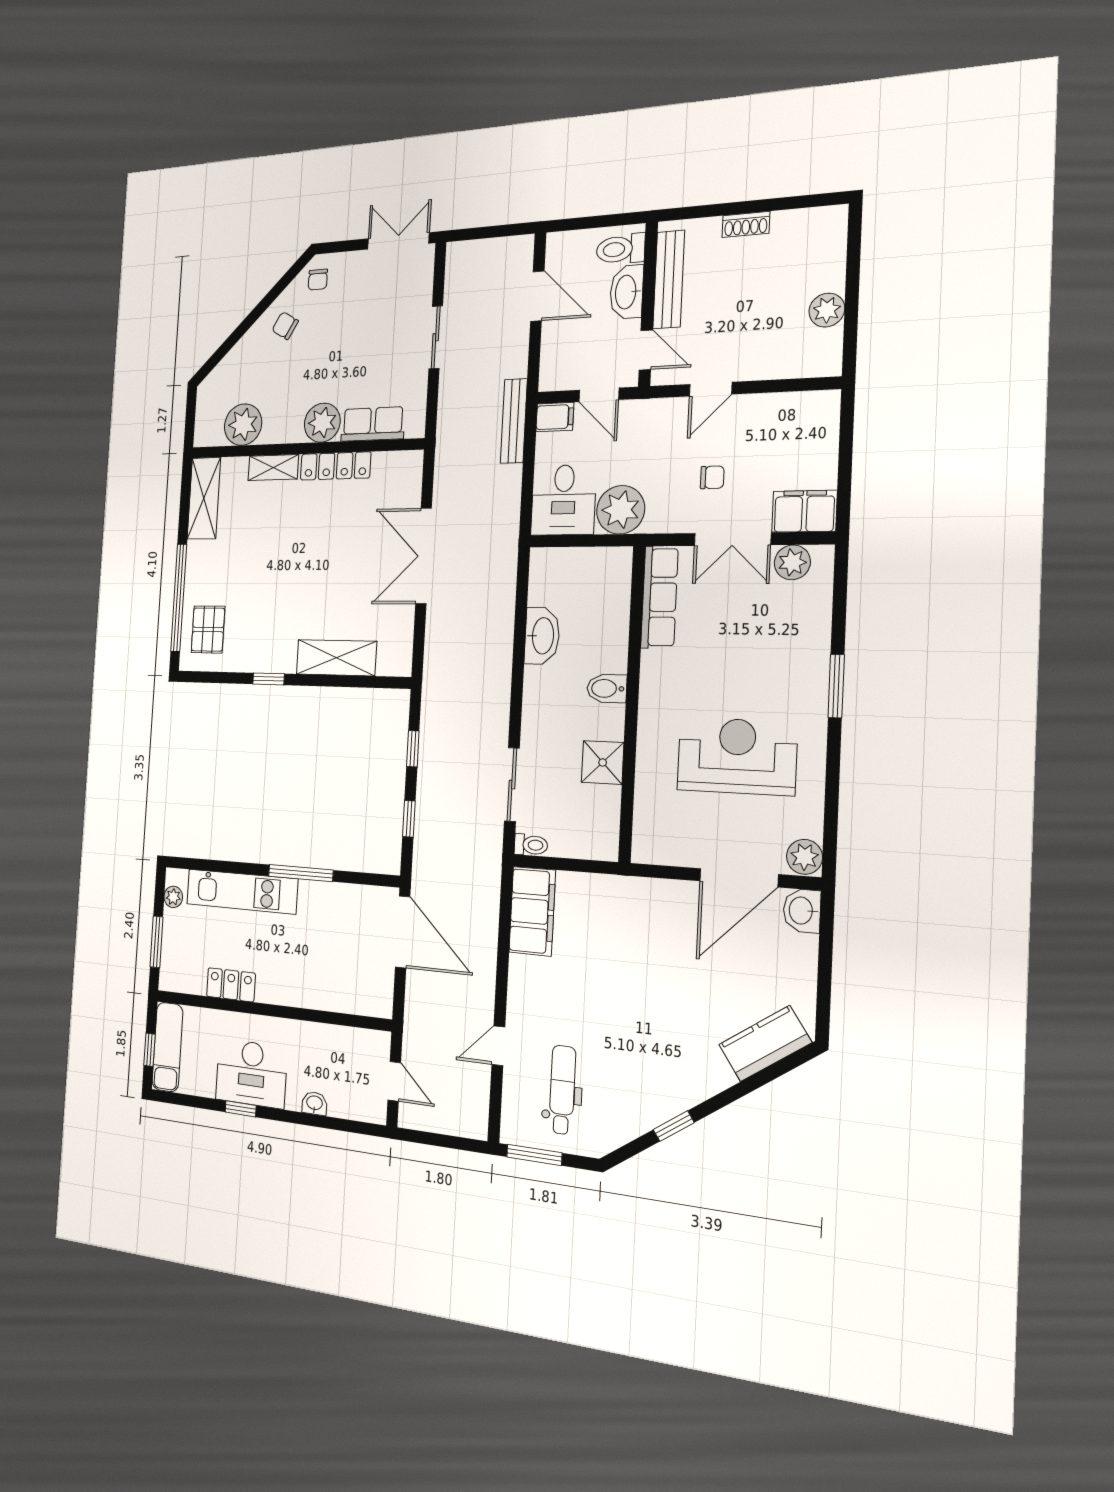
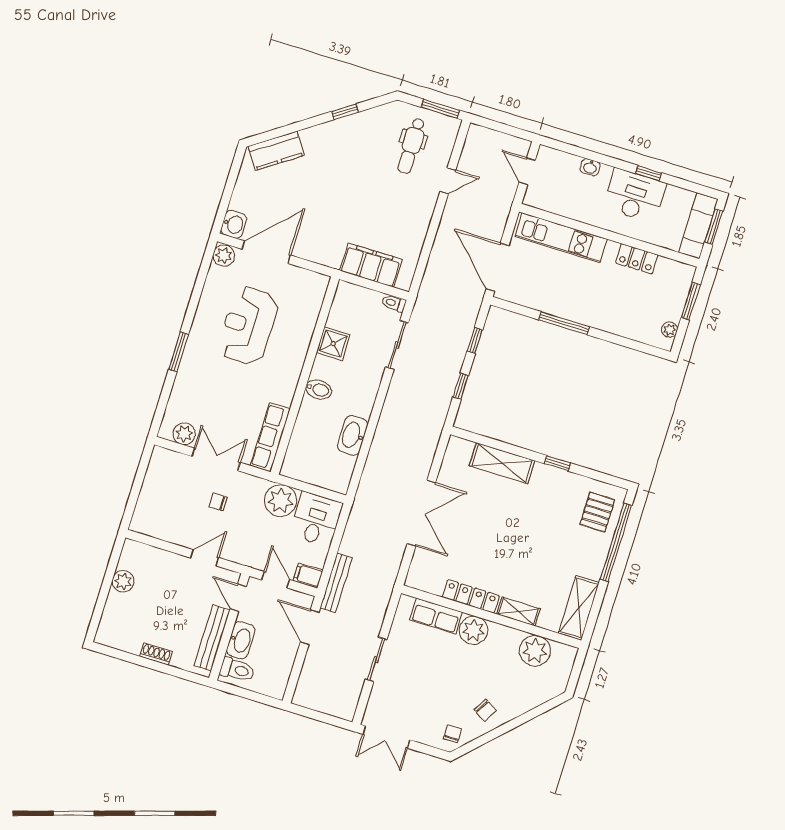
door: (537, 296) -> (310, 627), moved
filing cabinet: (804, 511) -> (169, 463), removed
reception desk: (737, 756) -> (248, 326), turned 90
kitchen unit: (242, 892) -> (561, 238), moved, turned 180
filing cabinet: (532, 911) -> (371, 265), moved, turned 90
window: (149, 1050) -> (714, 227), width x1.50

